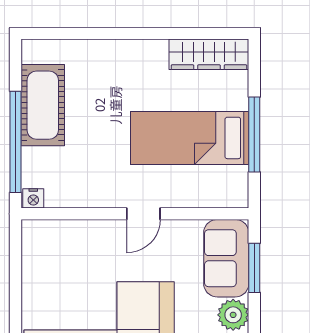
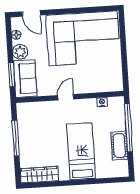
cot: (43, 105) -> (119, 146), width x0.73, depth x0.75
bed: (190, 138) -> (81, 151), moved, turned -90
nightstand: (33, 198) -> (102, 102), moved

